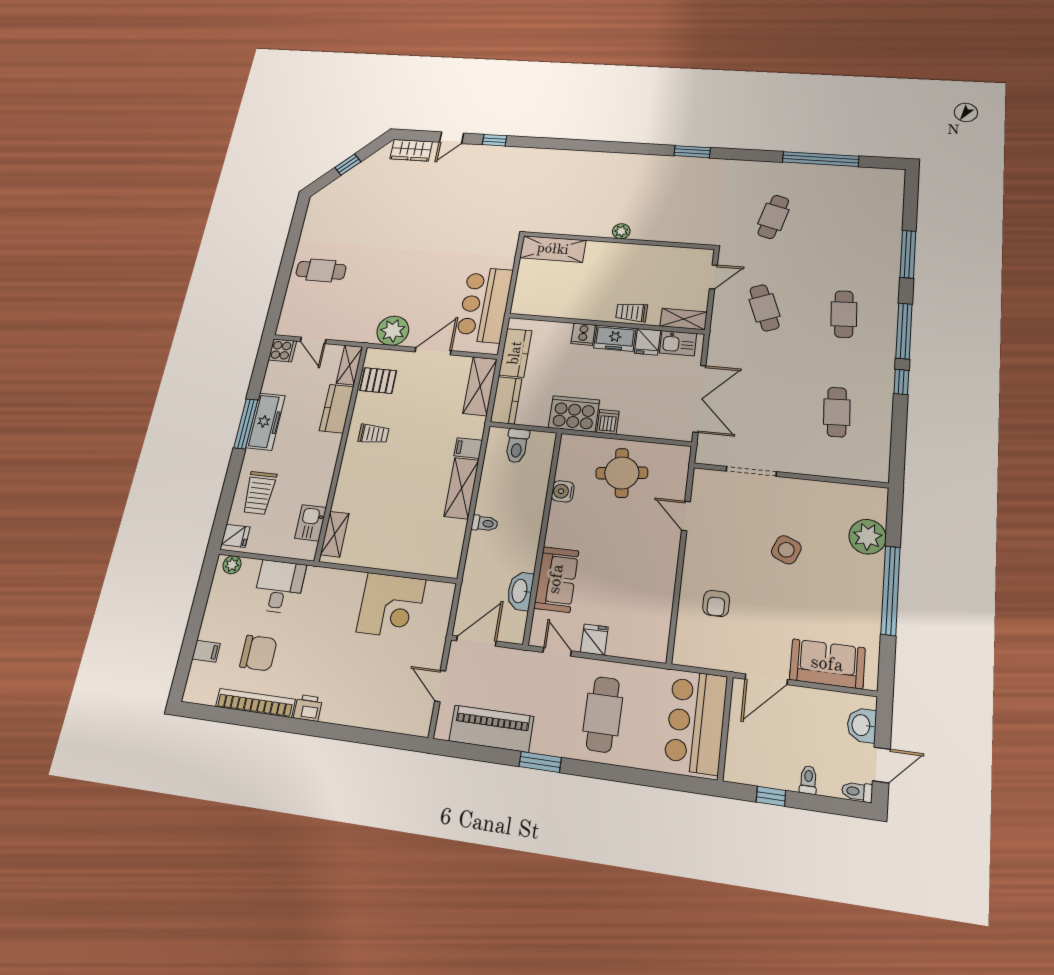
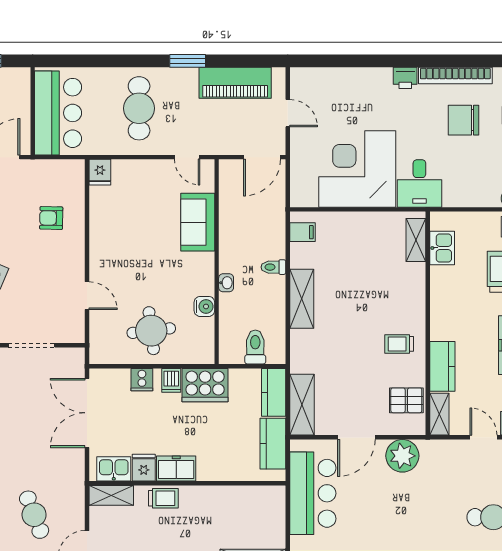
cooker: (583, 334) -> (142, 380), moved, turned 180
filing cabinet: (468, 448) -> (302, 232), moved
desk: (279, 587) -> (419, 183), moved
washbasin: (520, 591) -> (226, 283), moved, width x0.52, depth x0.69
armchair: (716, 603) -> (51, 218), turned -89
corner desk: (391, 606) -> (357, 169), width x1.36, depth x1.36
fridge: (594, 640) -> (100, 172), moved

